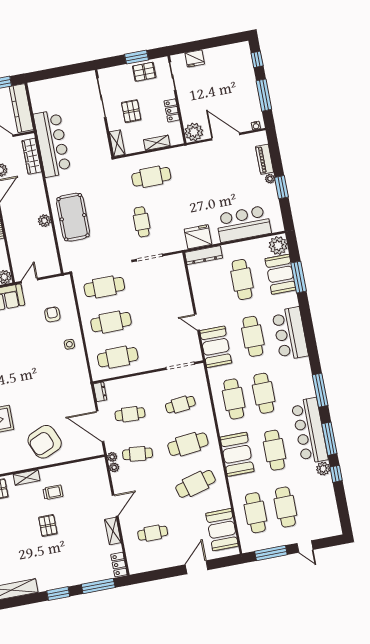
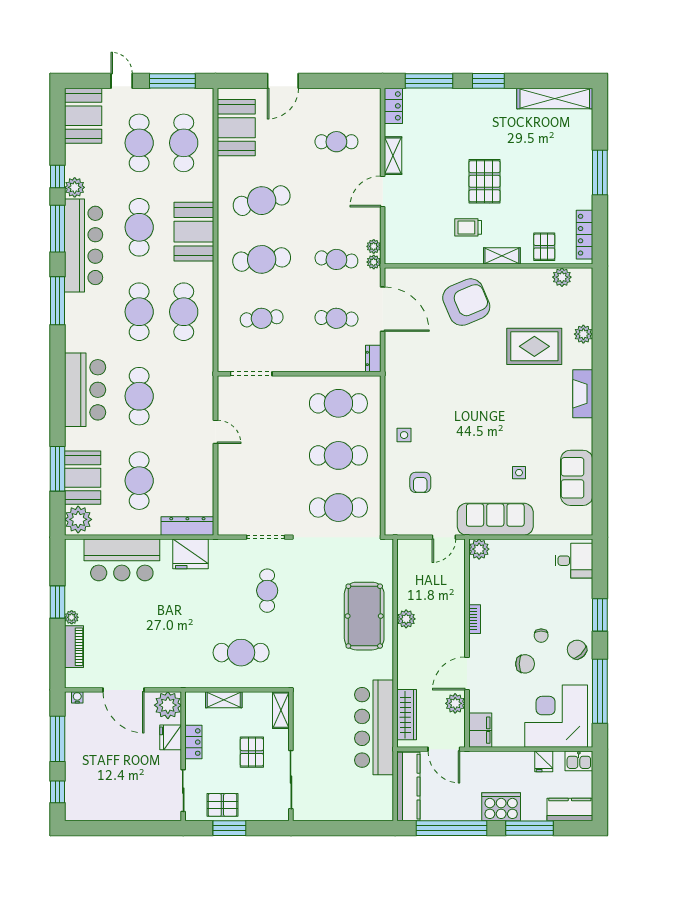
fridge: (195, 58) -> (171, 737), moved, turned -90
booth: (216, 347) -> (83, 116), moved
pallet: (48, 526) -> (484, 181), width x1.50, depth x1.42

